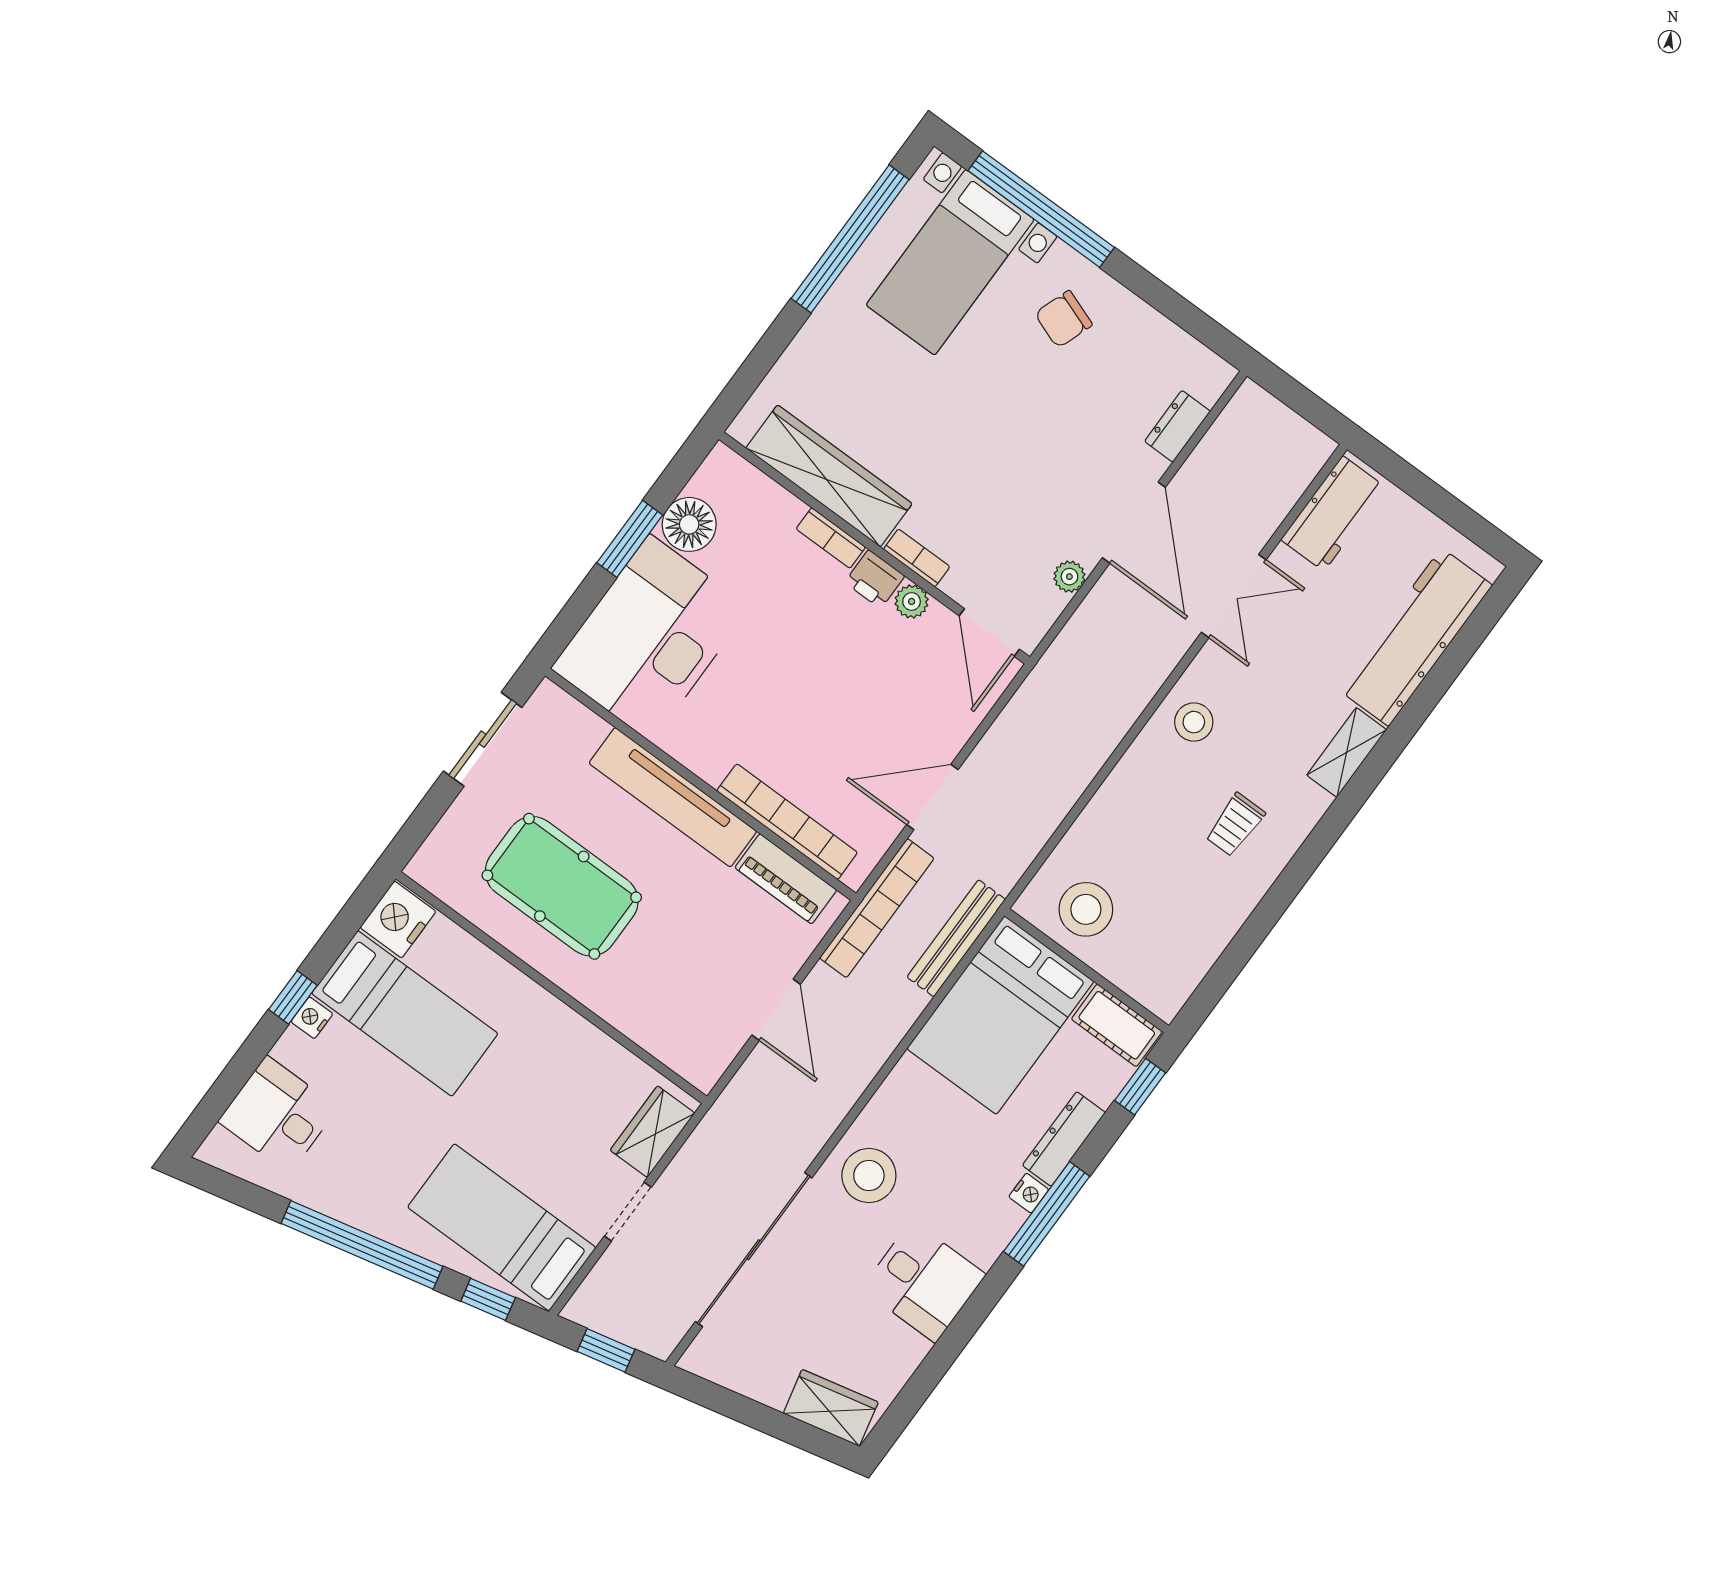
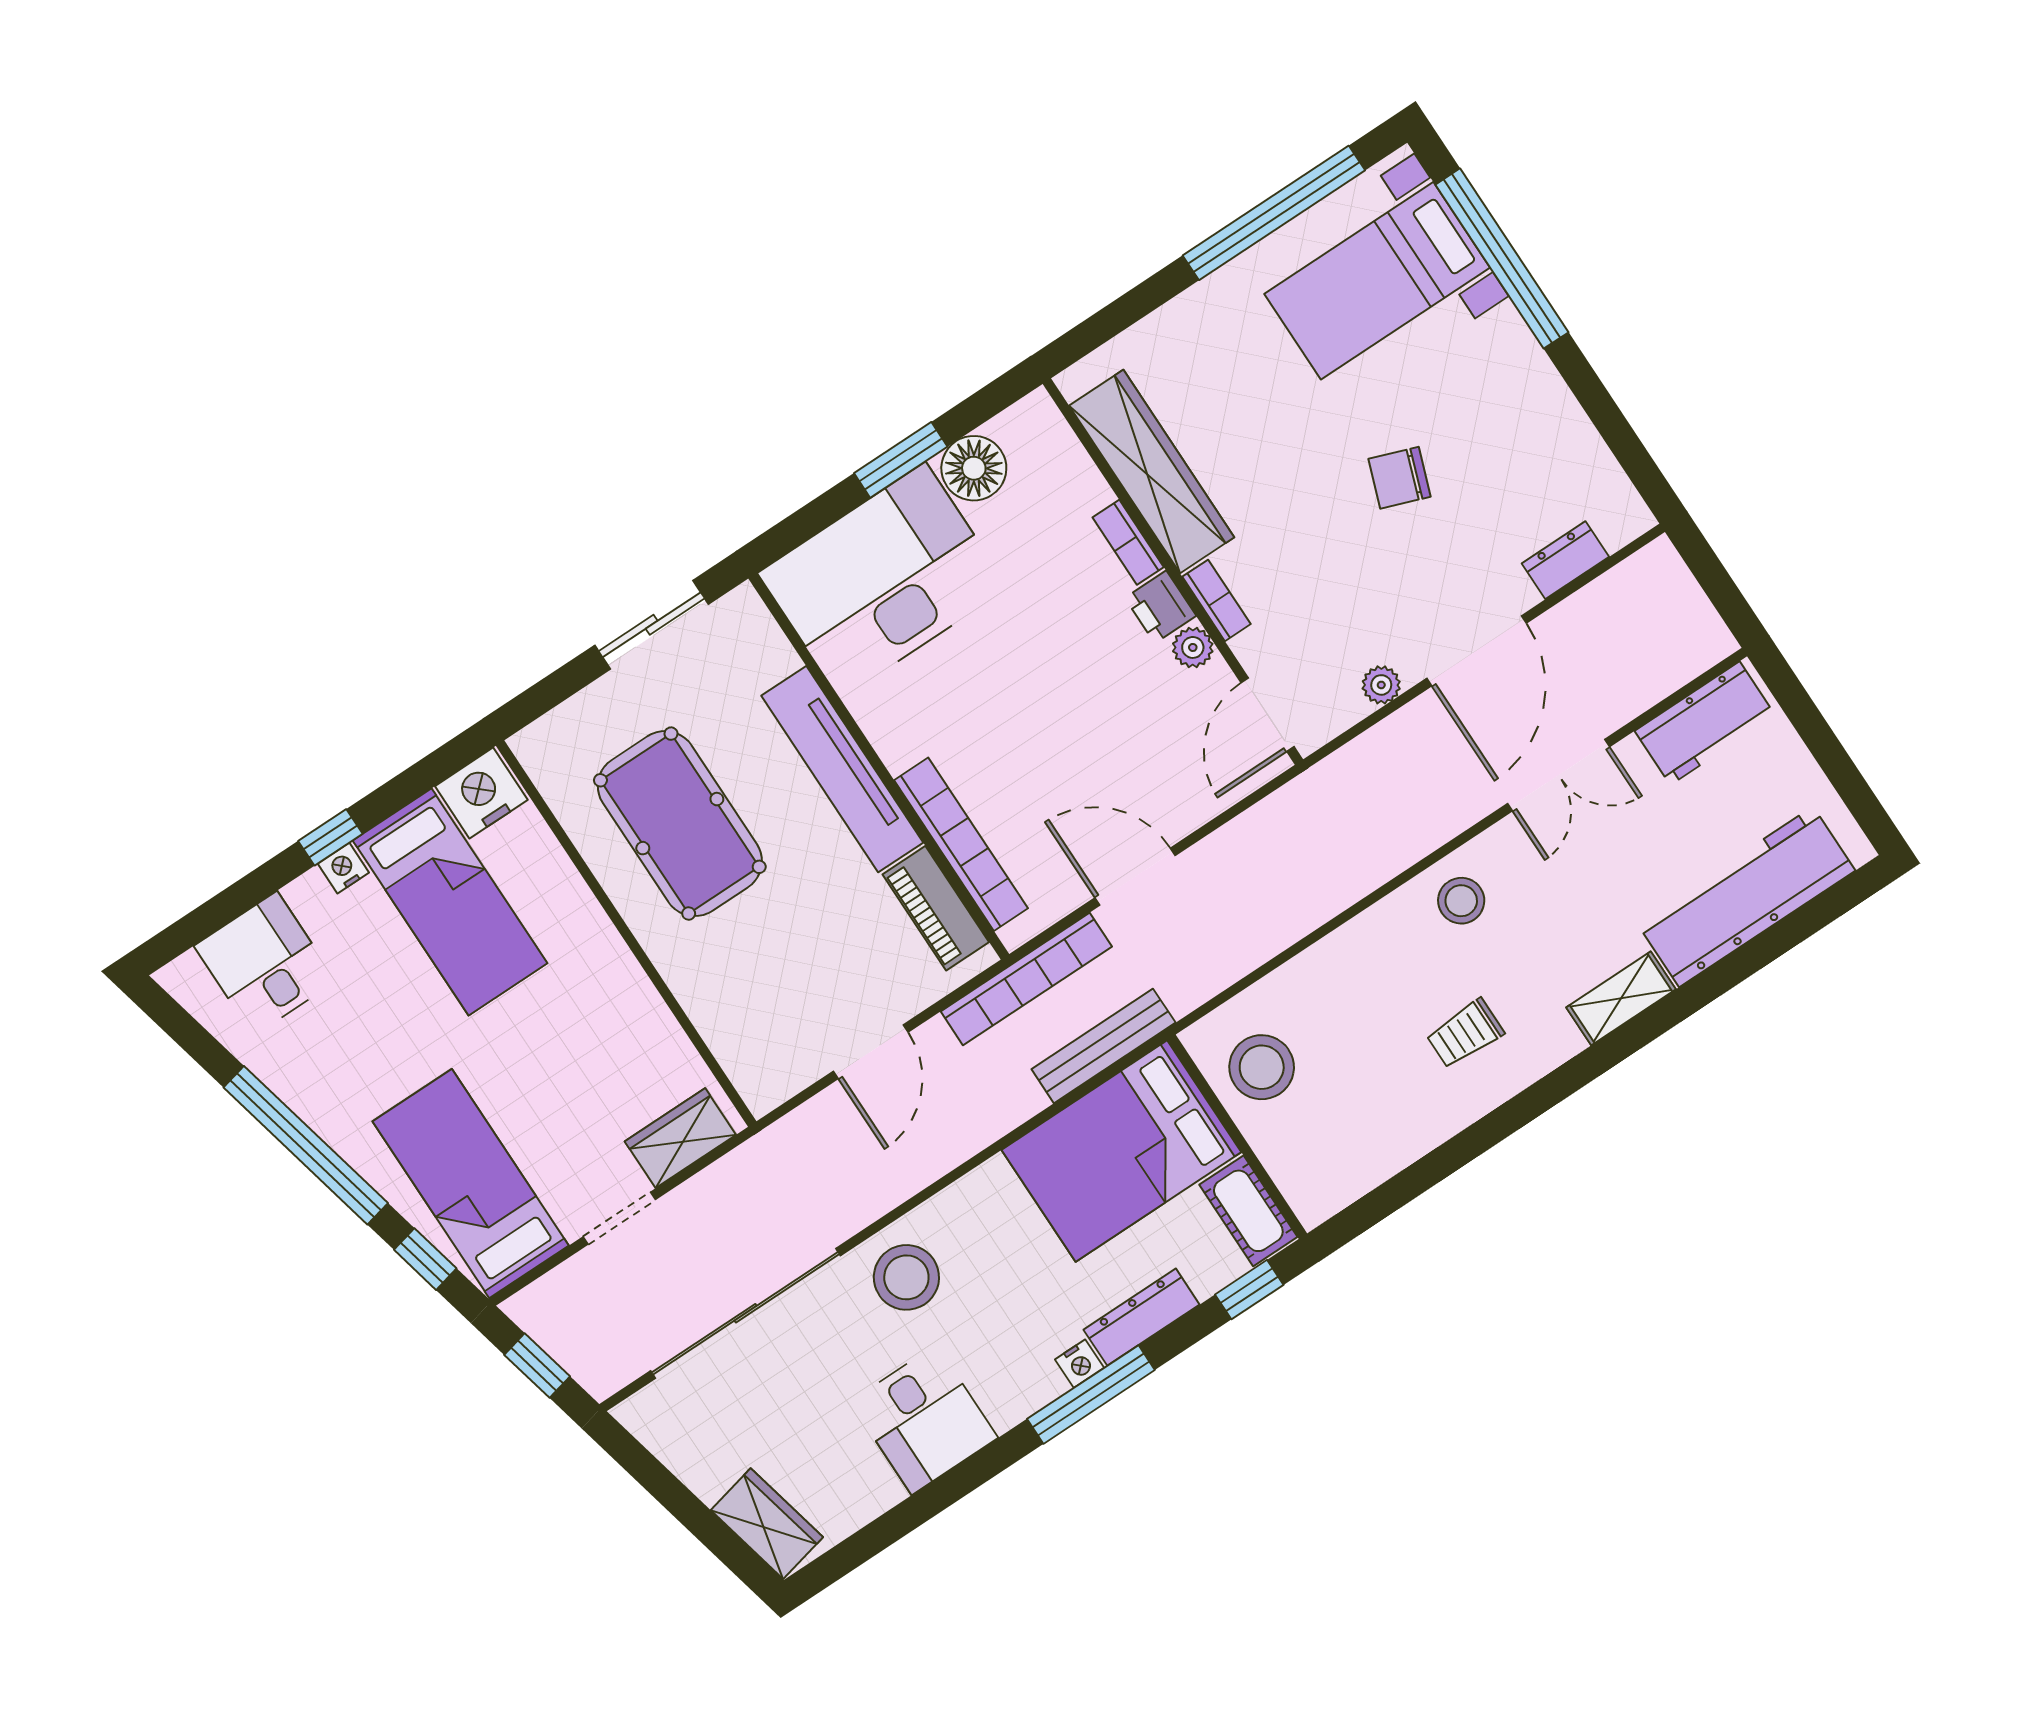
chair: (1063, 319) -> (1399, 478), moved

